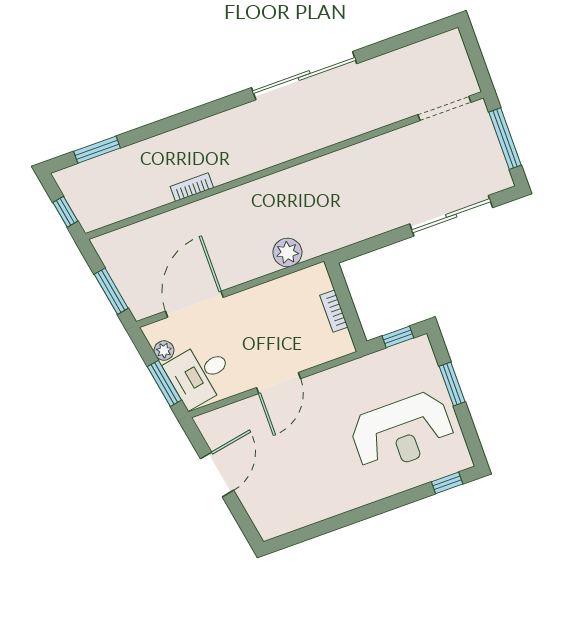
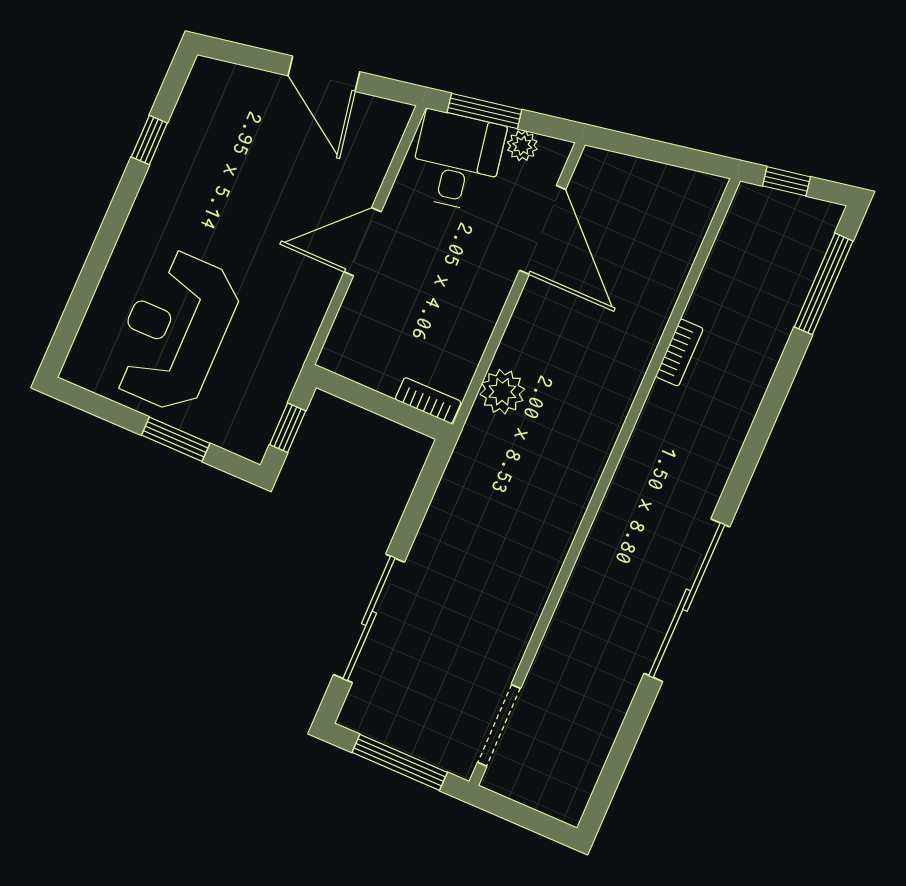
window: (97, 150) -> (824, 284), width x1.44
window: (111, 291) -> (647, 149), removed
bookcase: (334, 311) -> (428, 401), moved
door: (278, 383) -> (363, 242), hinge flipped
window: (447, 483) -> (149, 140), moved

